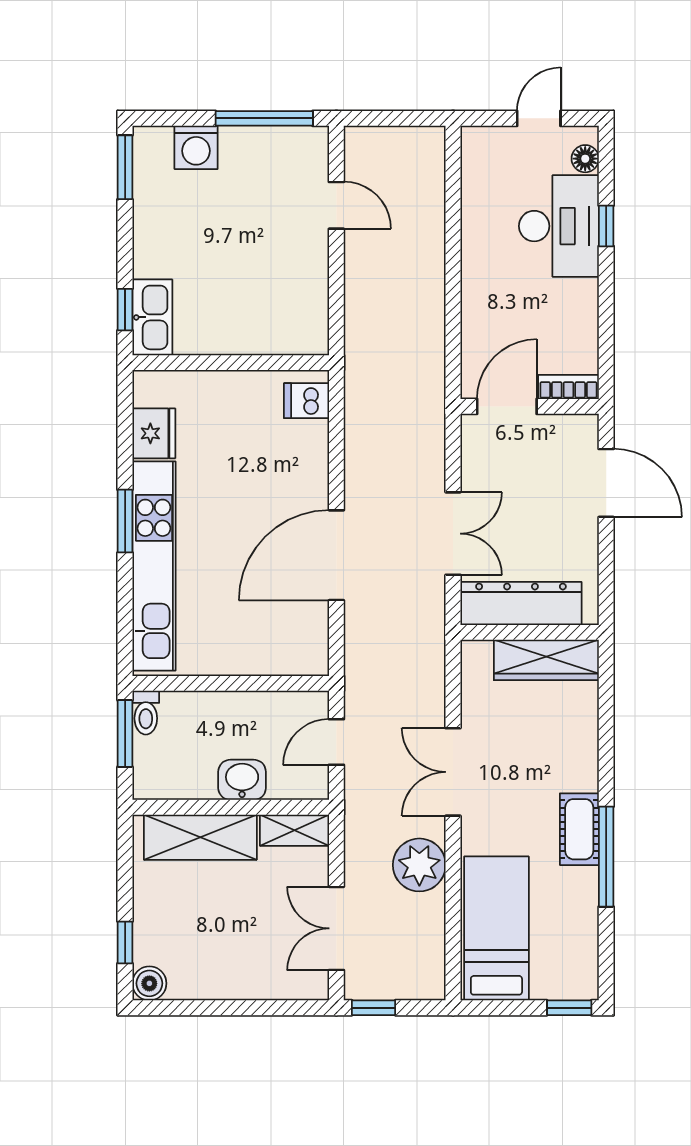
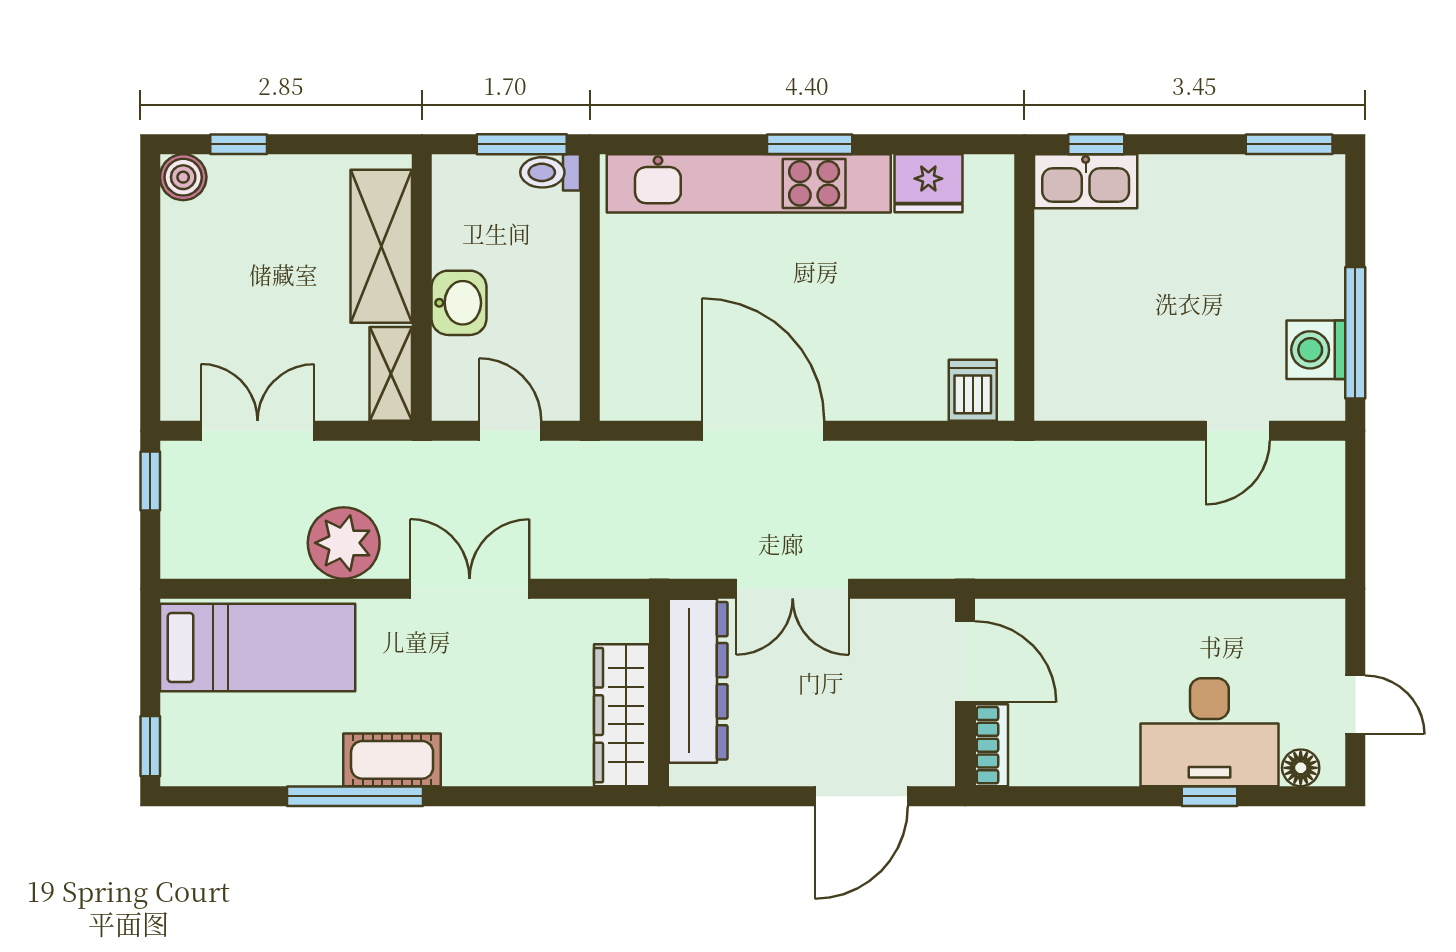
washing machine: (196, 147) -> (1316, 350), moved

